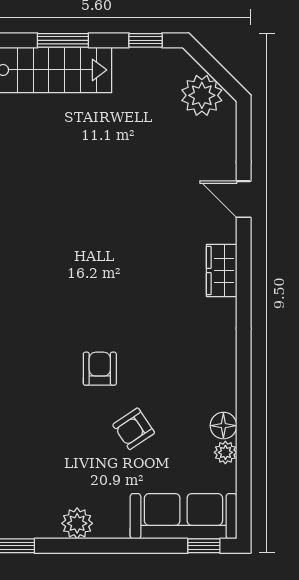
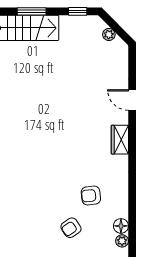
plant: (202, 95) -> (109, 34), width x0.53, depth x0.53
armchair: (100, 369) -> (91, 196), moved, turned -96

